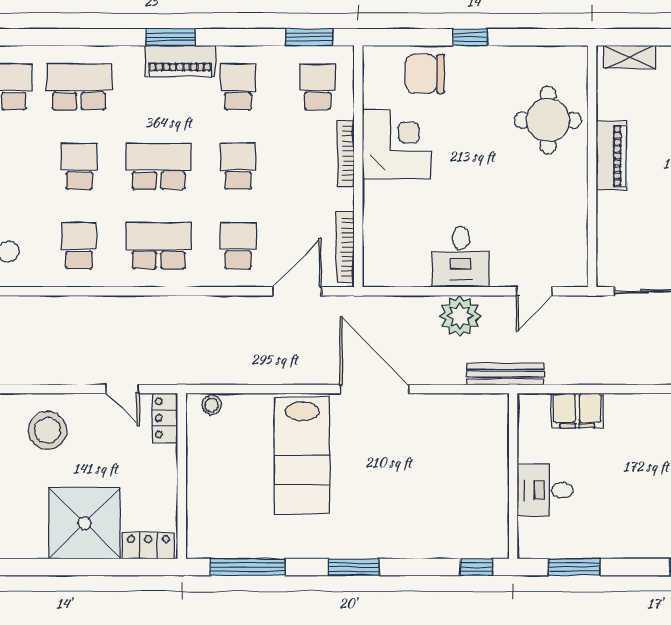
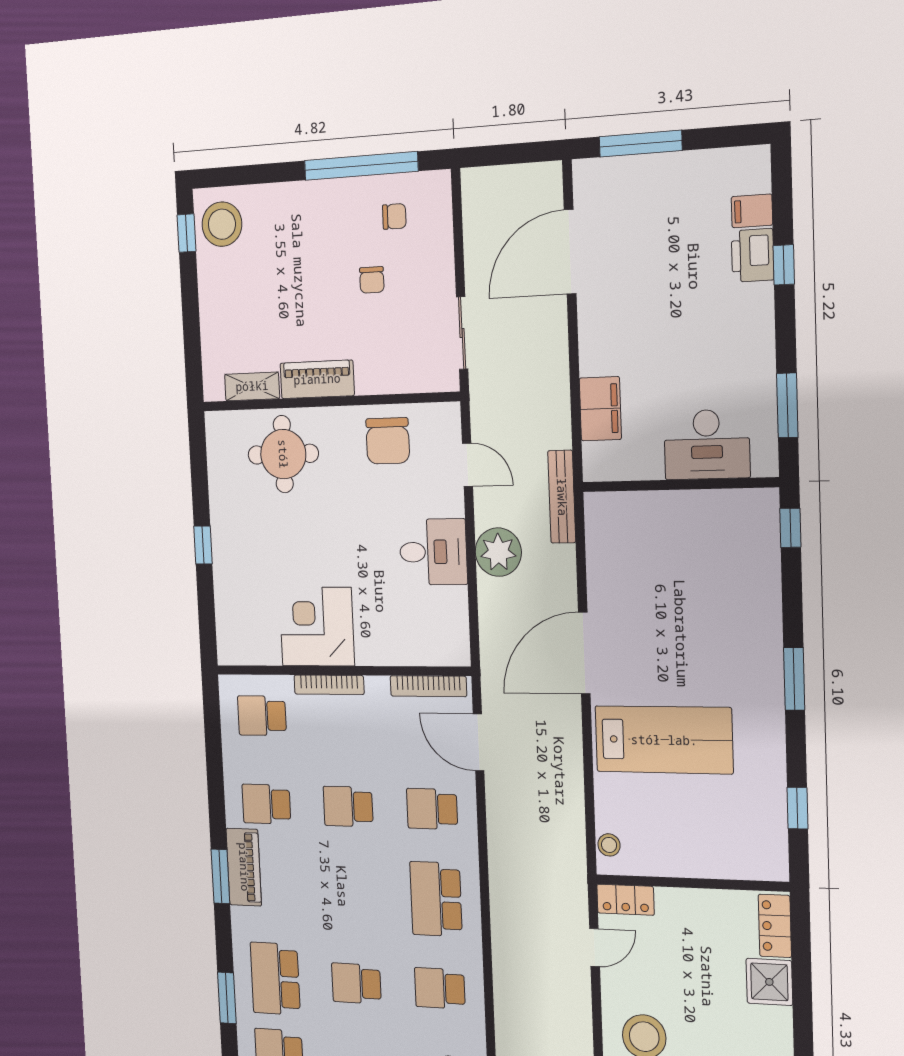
window: (309, 37) -> (227, 998), moved
shelving: (630, 57) -> (252, 386), moved, turned 90
chair: (425, 74) -> (388, 441), moved
school desk: (159, 166) -> (352, 895), removed
desk: (545, 490) -> (707, 444), width x1.37
shower: (85, 523) -> (769, 982), width x0.54, depth x0.54
window: (247, 567) -> (797, 808), width x0.46

